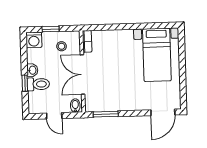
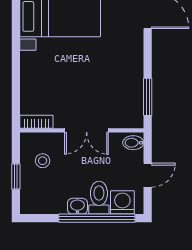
washing machine: (34, 40) -> (122, 202), moved, turned -90
double door: (82, 75) -> (87, 130), width x0.73
window: (25, 83) -> (97, 218), width x3.17

